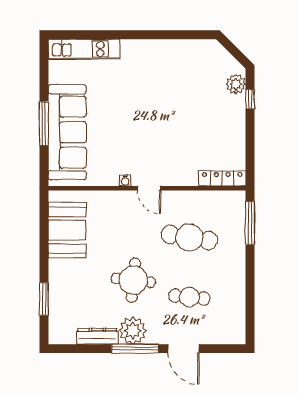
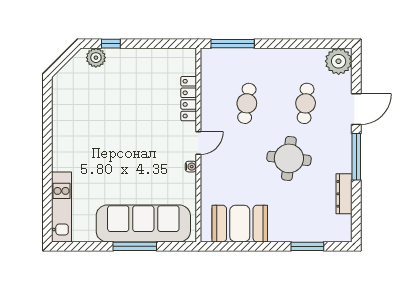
locker: (222, 178) -> (189, 99), moved
cafe table: (189, 237) -> (247, 103), width x0.73, depth x0.74
plant: (133, 331) -> (339, 61), moved

